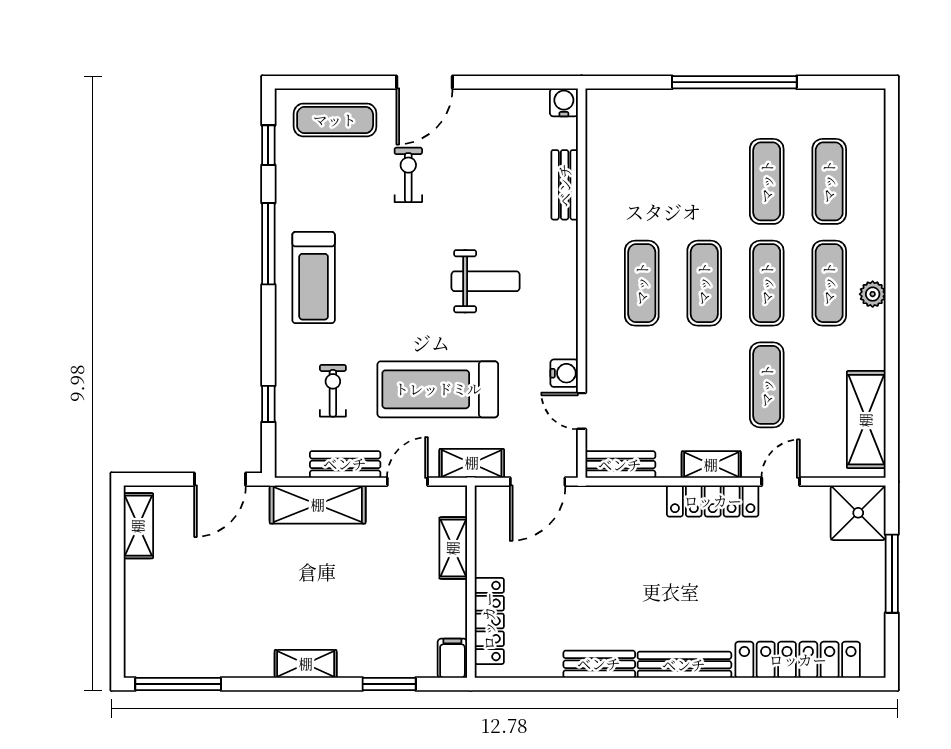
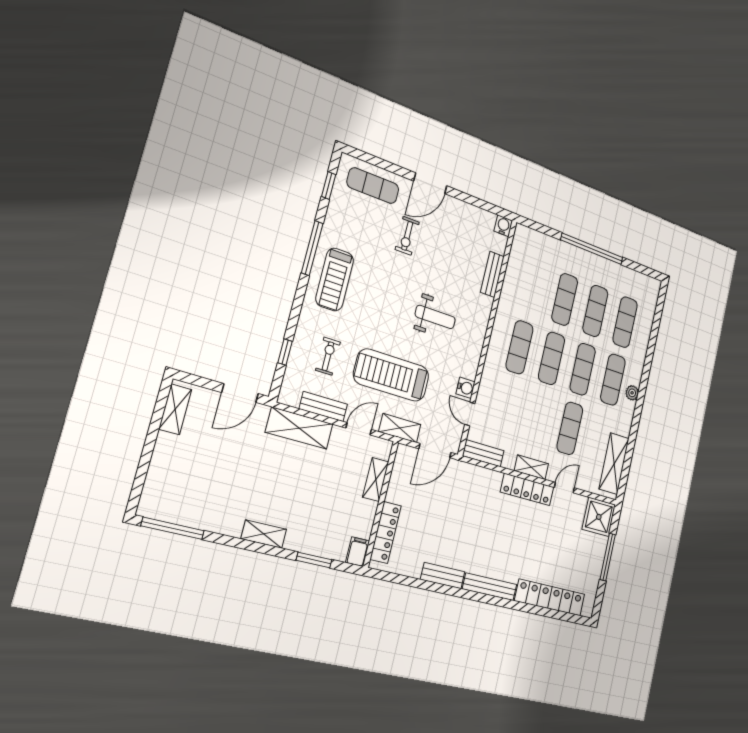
exercise bike: (408, 175) -> (407, 236), turned 180
exercise mat: (704, 181) -> (565, 299), added

